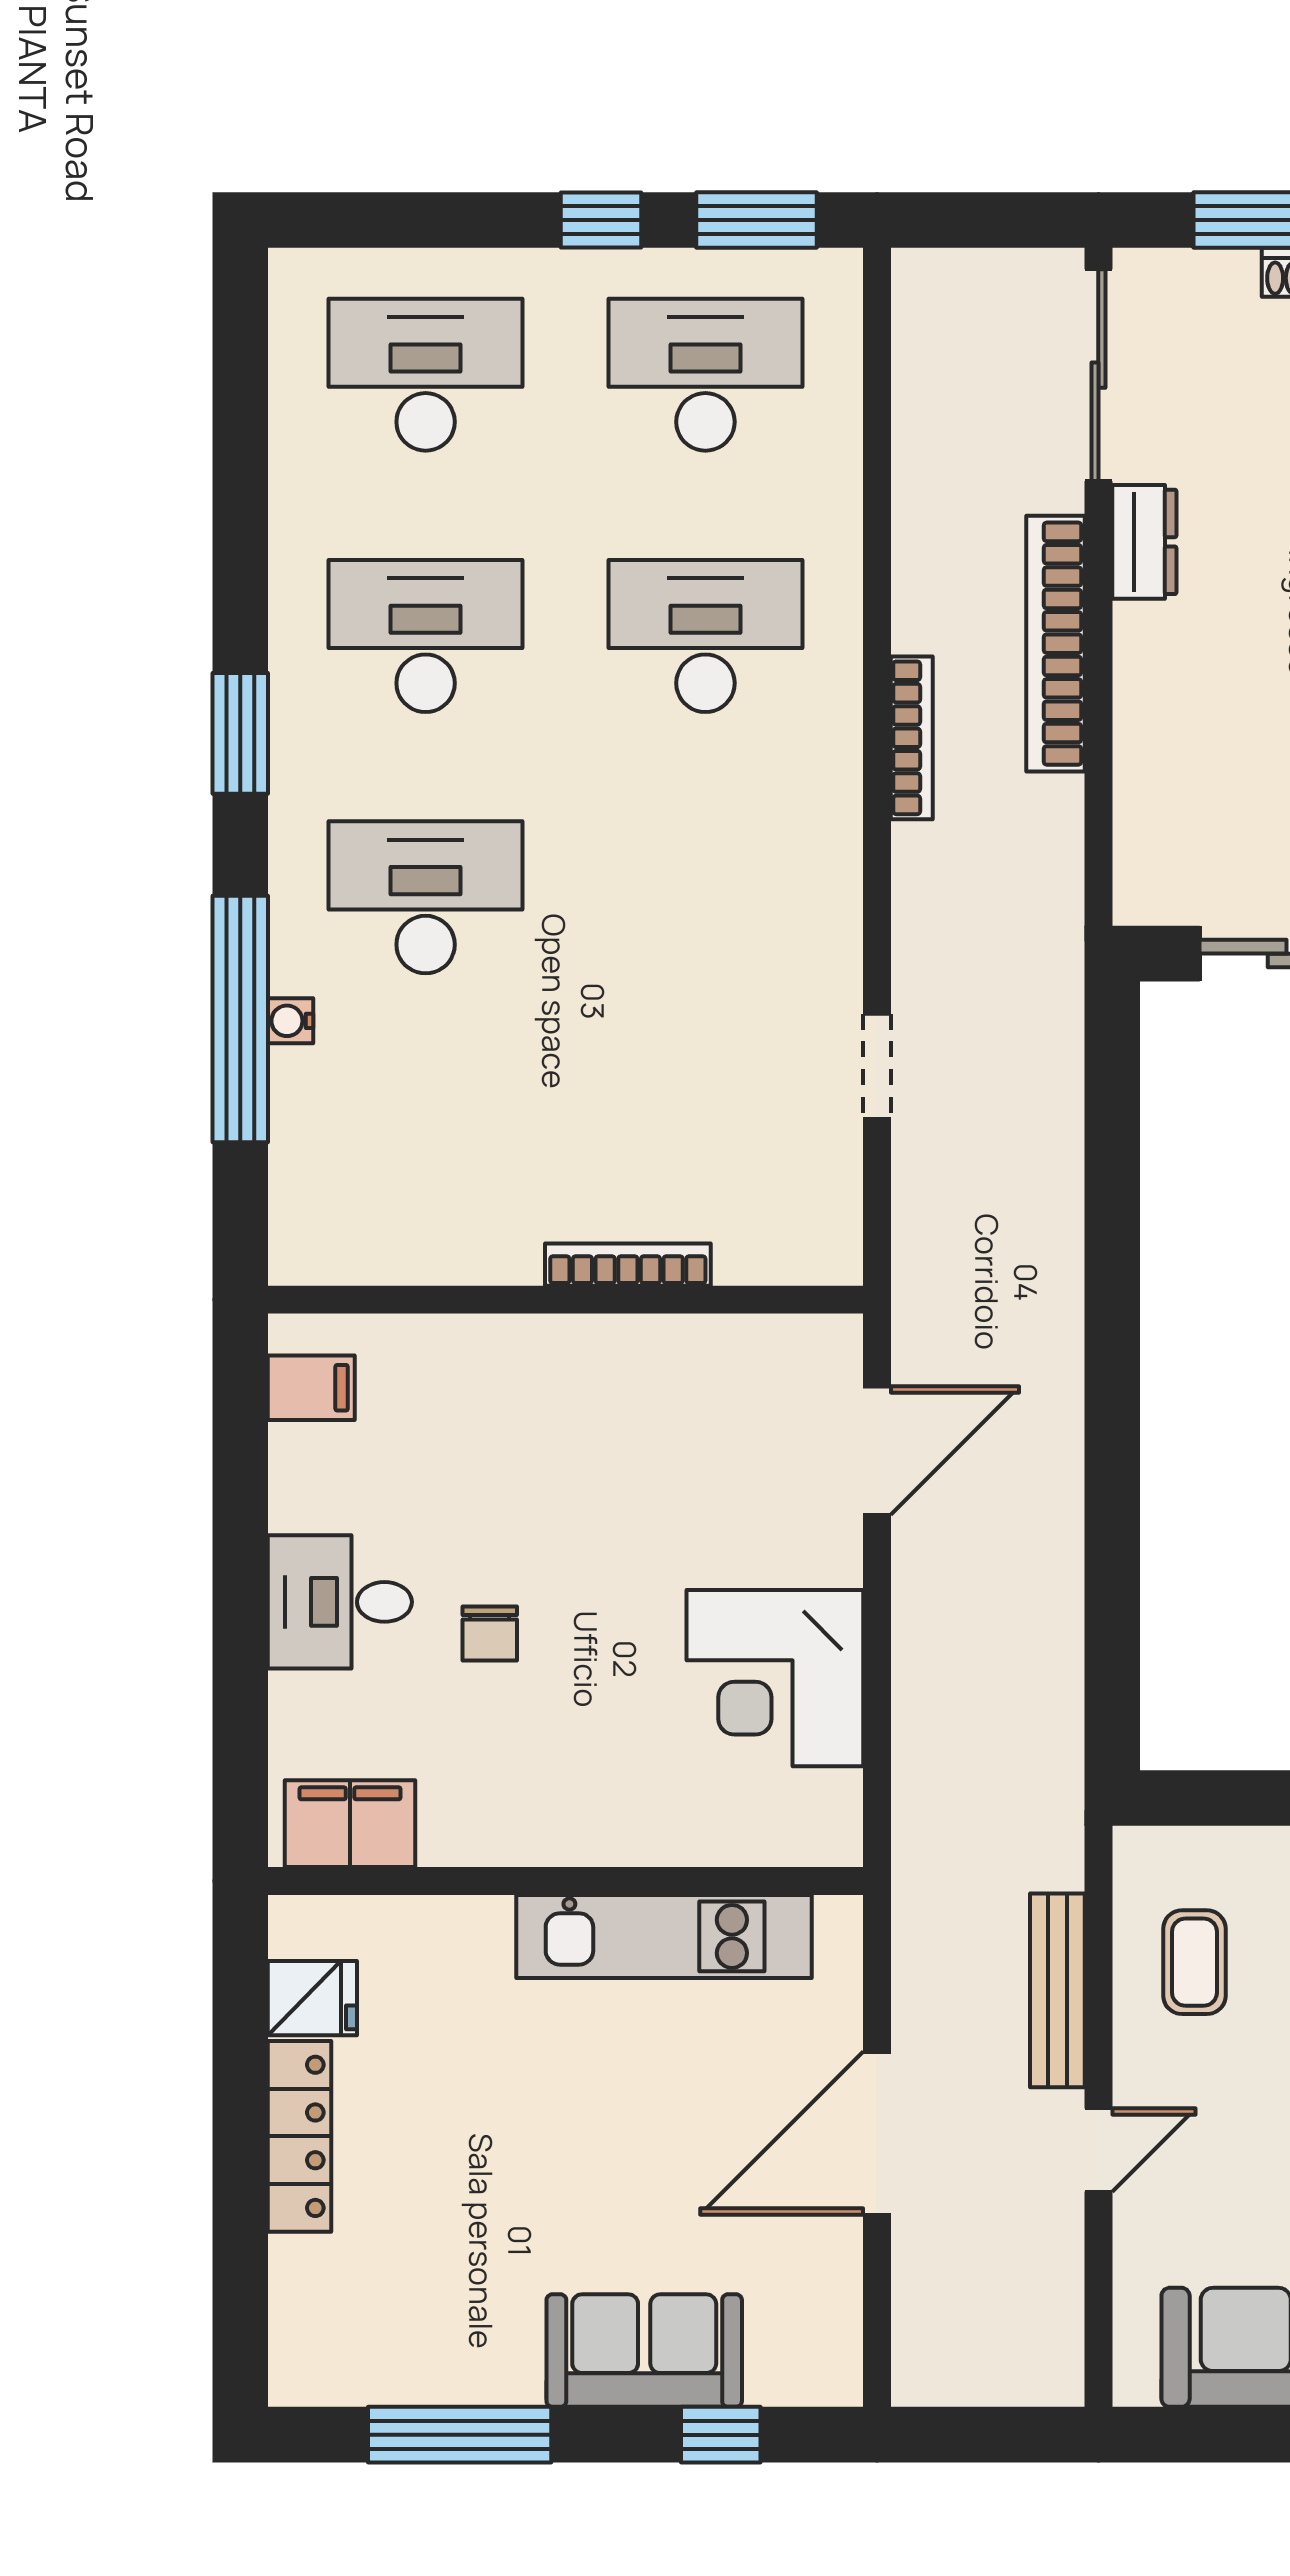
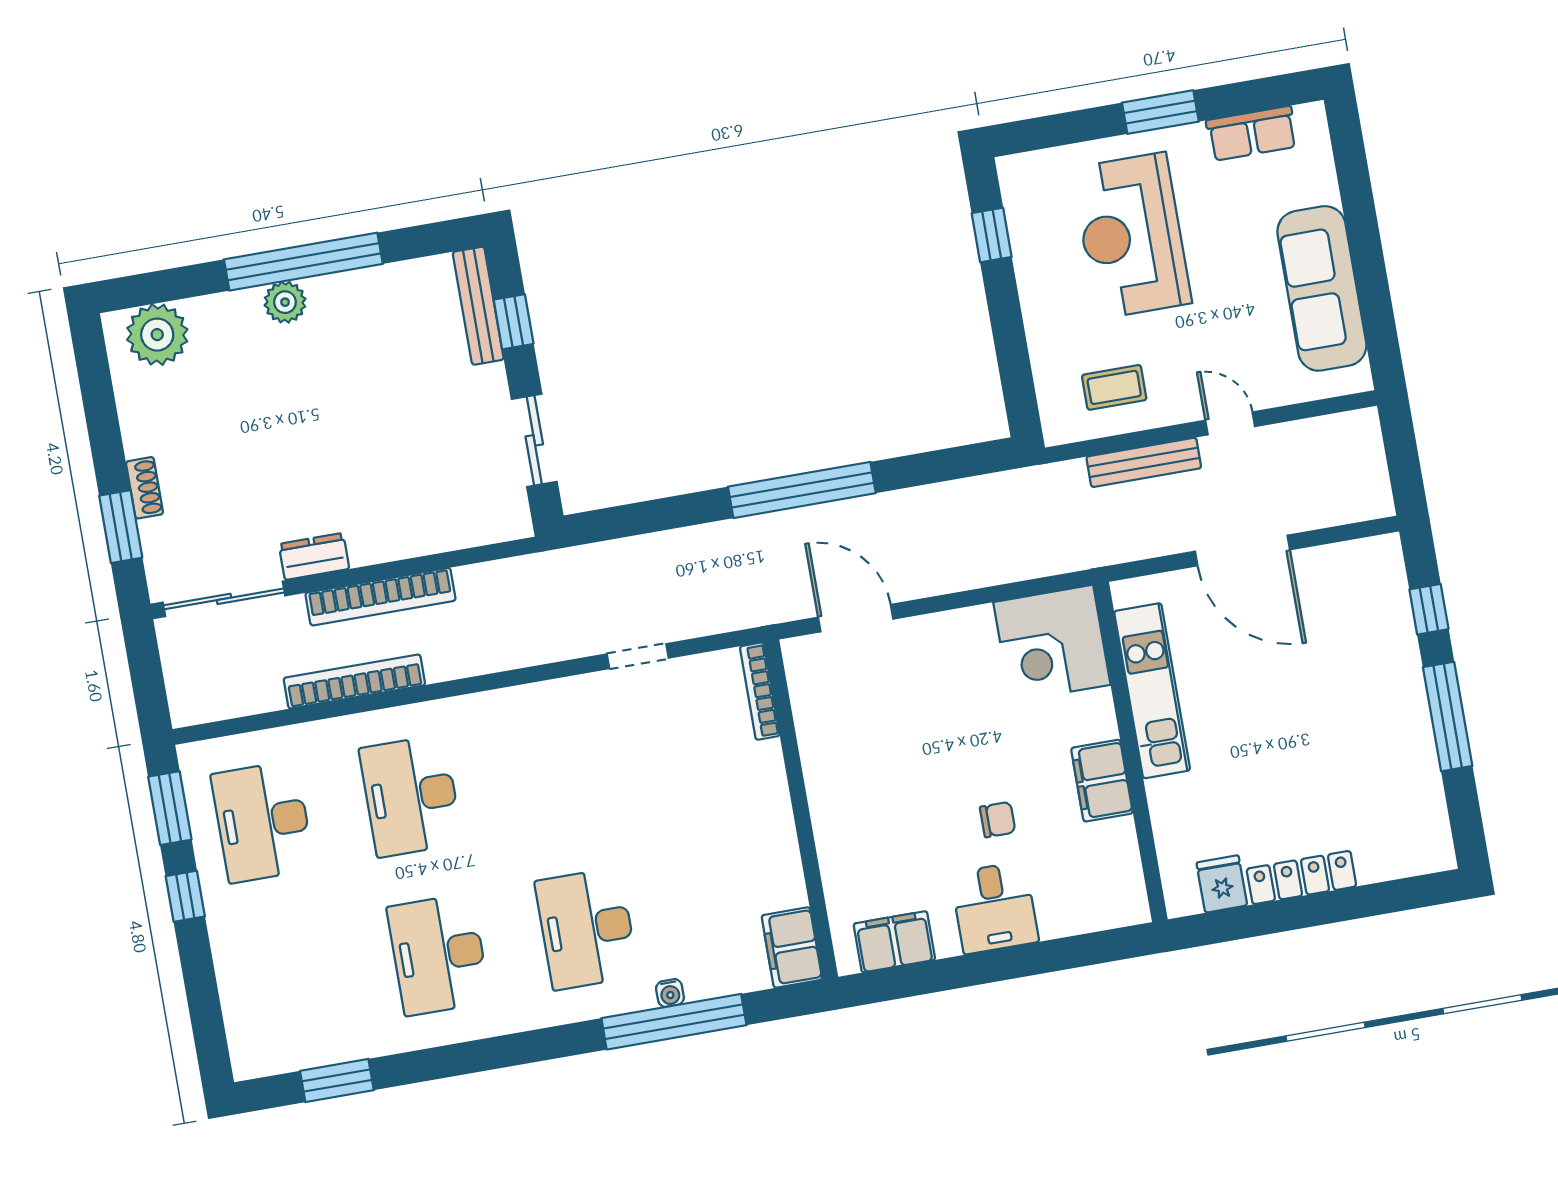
desk: (426, 375) -> (290, 980), removed
window: (240, 733) -> (337, 1081), moved
bookcase: (912, 738) -> (354, 681), moved, width x1.48, depth x1.31
filing cabinet: (332, 1243) -> (792, 948), added
bookcase: (628, 1265) -> (760, 691), moved
filing cabinet: (311, 1388) -> (894, 942), width x2.00
window: (1112, 1397) -> (802, 490), added
corner desk: (775, 1678) -> (1052, 643), moved, turned 90
filing cabinet: (350, 1824) -> (1102, 781), moved
sofa: (644, 2351) -> (1389, 661), removed
window: (460, 2435) -> (1448, 717), moved

